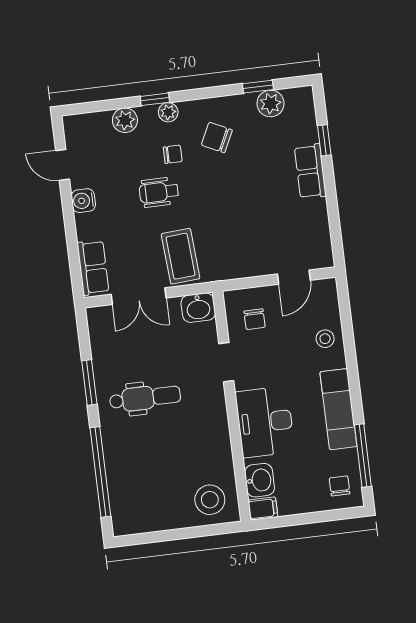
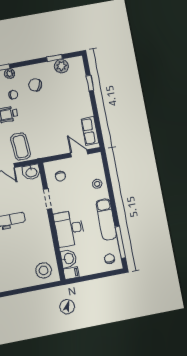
row of seats: (310, 171) -> (90, 131), moved
door: (294, 277) -> (79, 153), swing flipped

